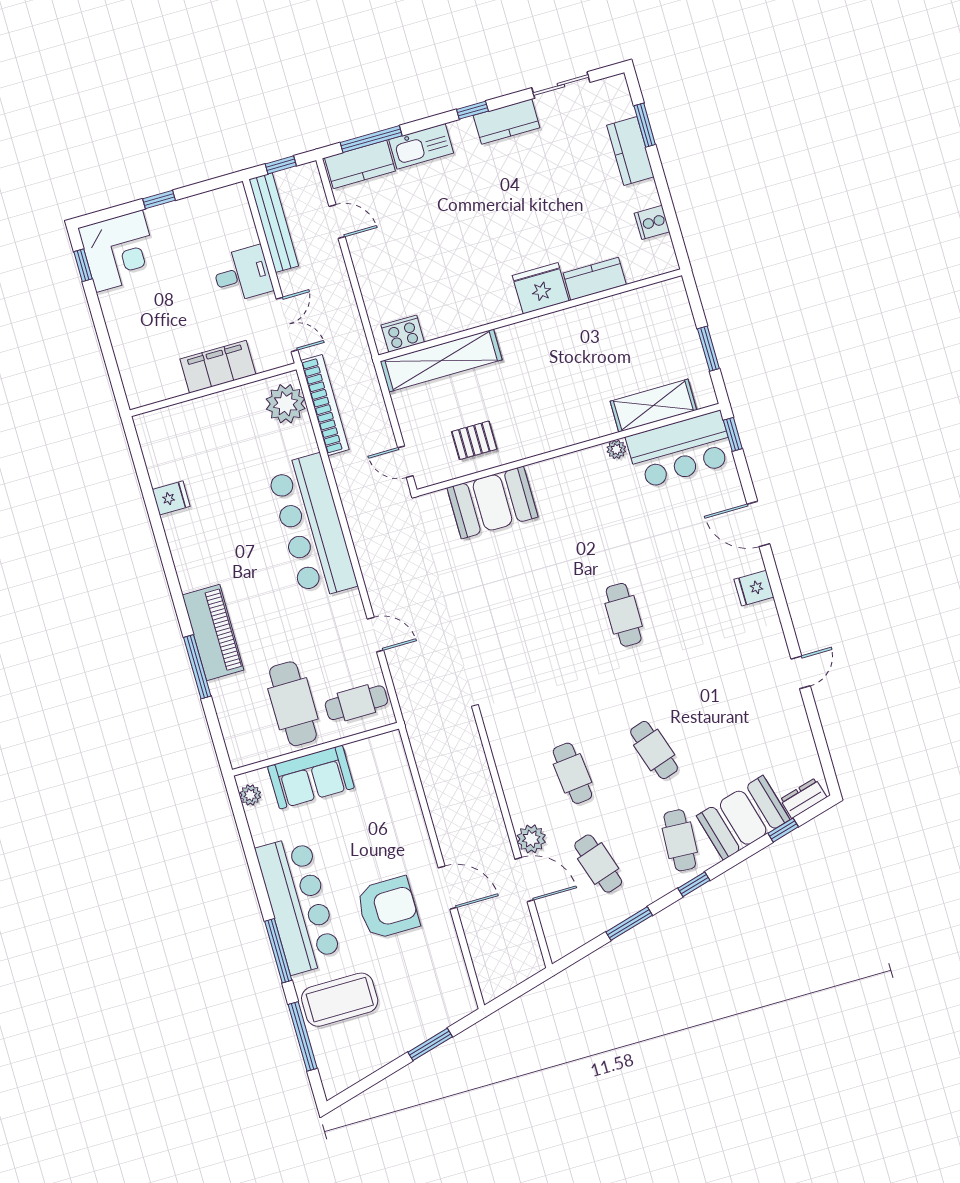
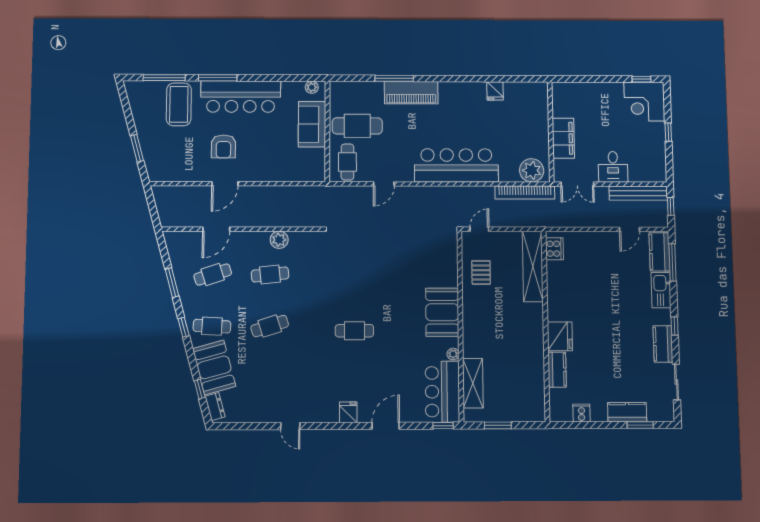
booth: (492, 502) -> (442, 312), moved
plant: (531, 839) -> (279, 240), moved
armchair: (388, 908) -> (223, 146), width x0.73, depth x0.73

